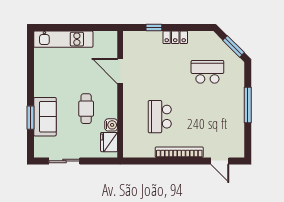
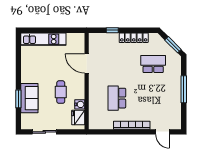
locker: (175, 37) -> (134, 38), width x1.53

